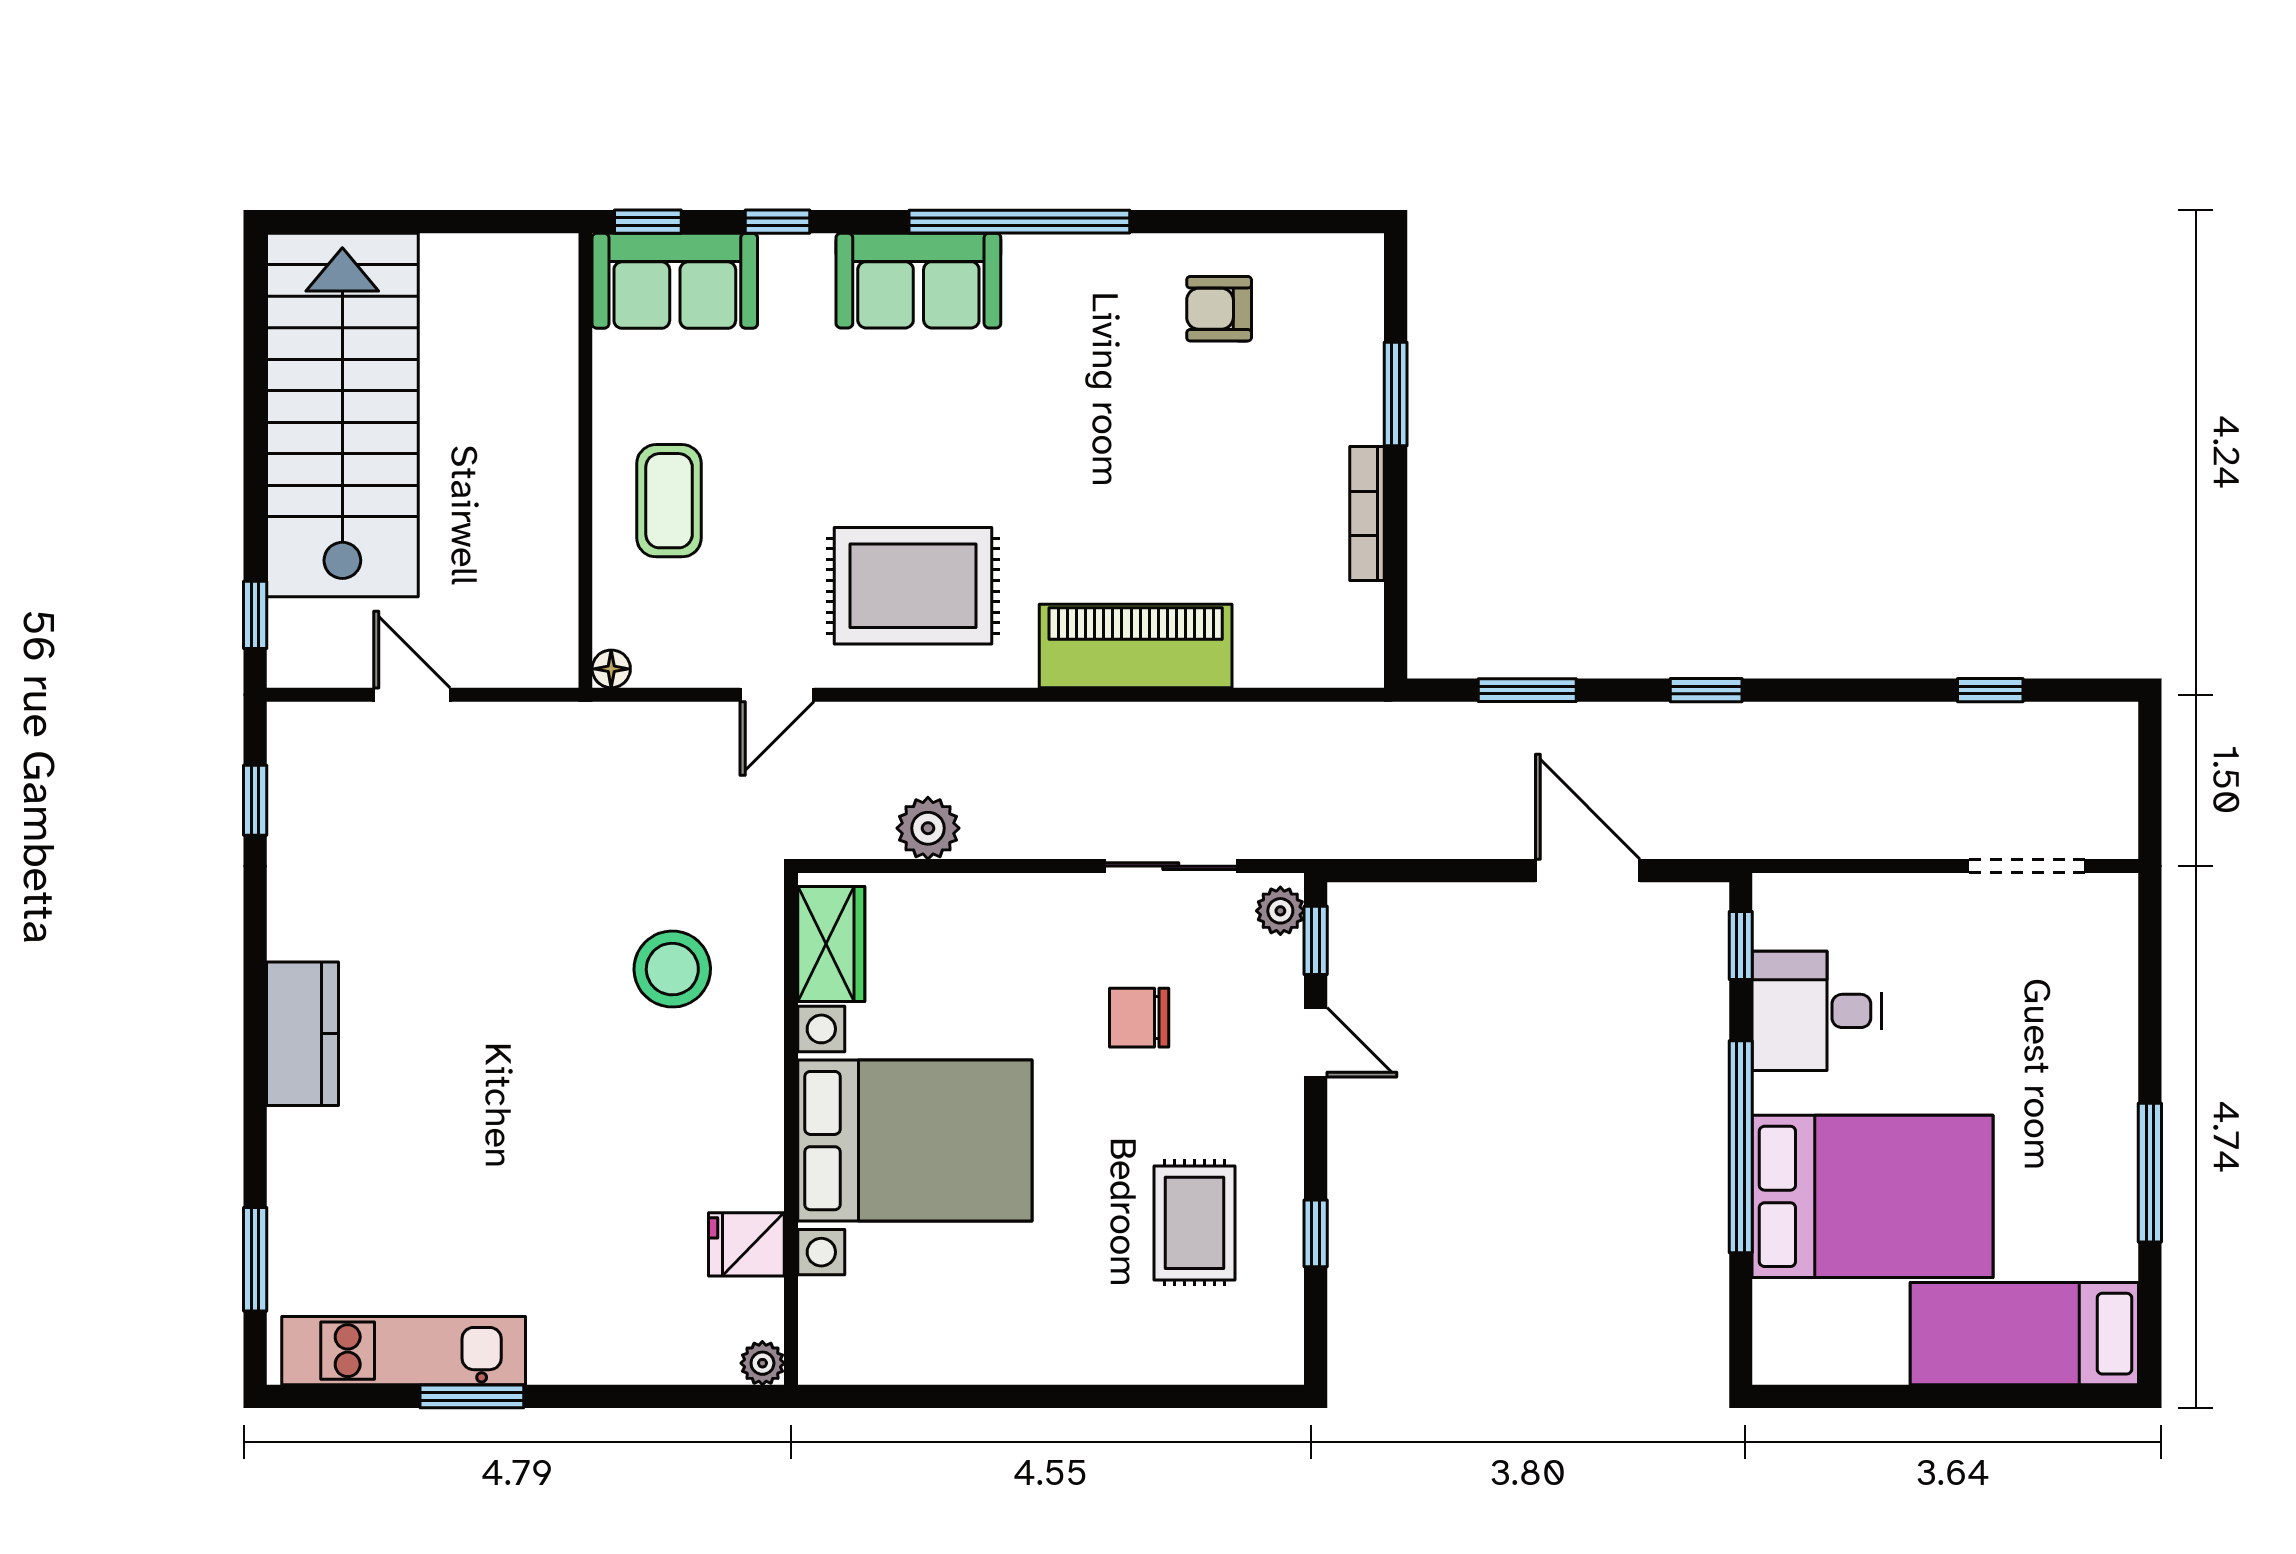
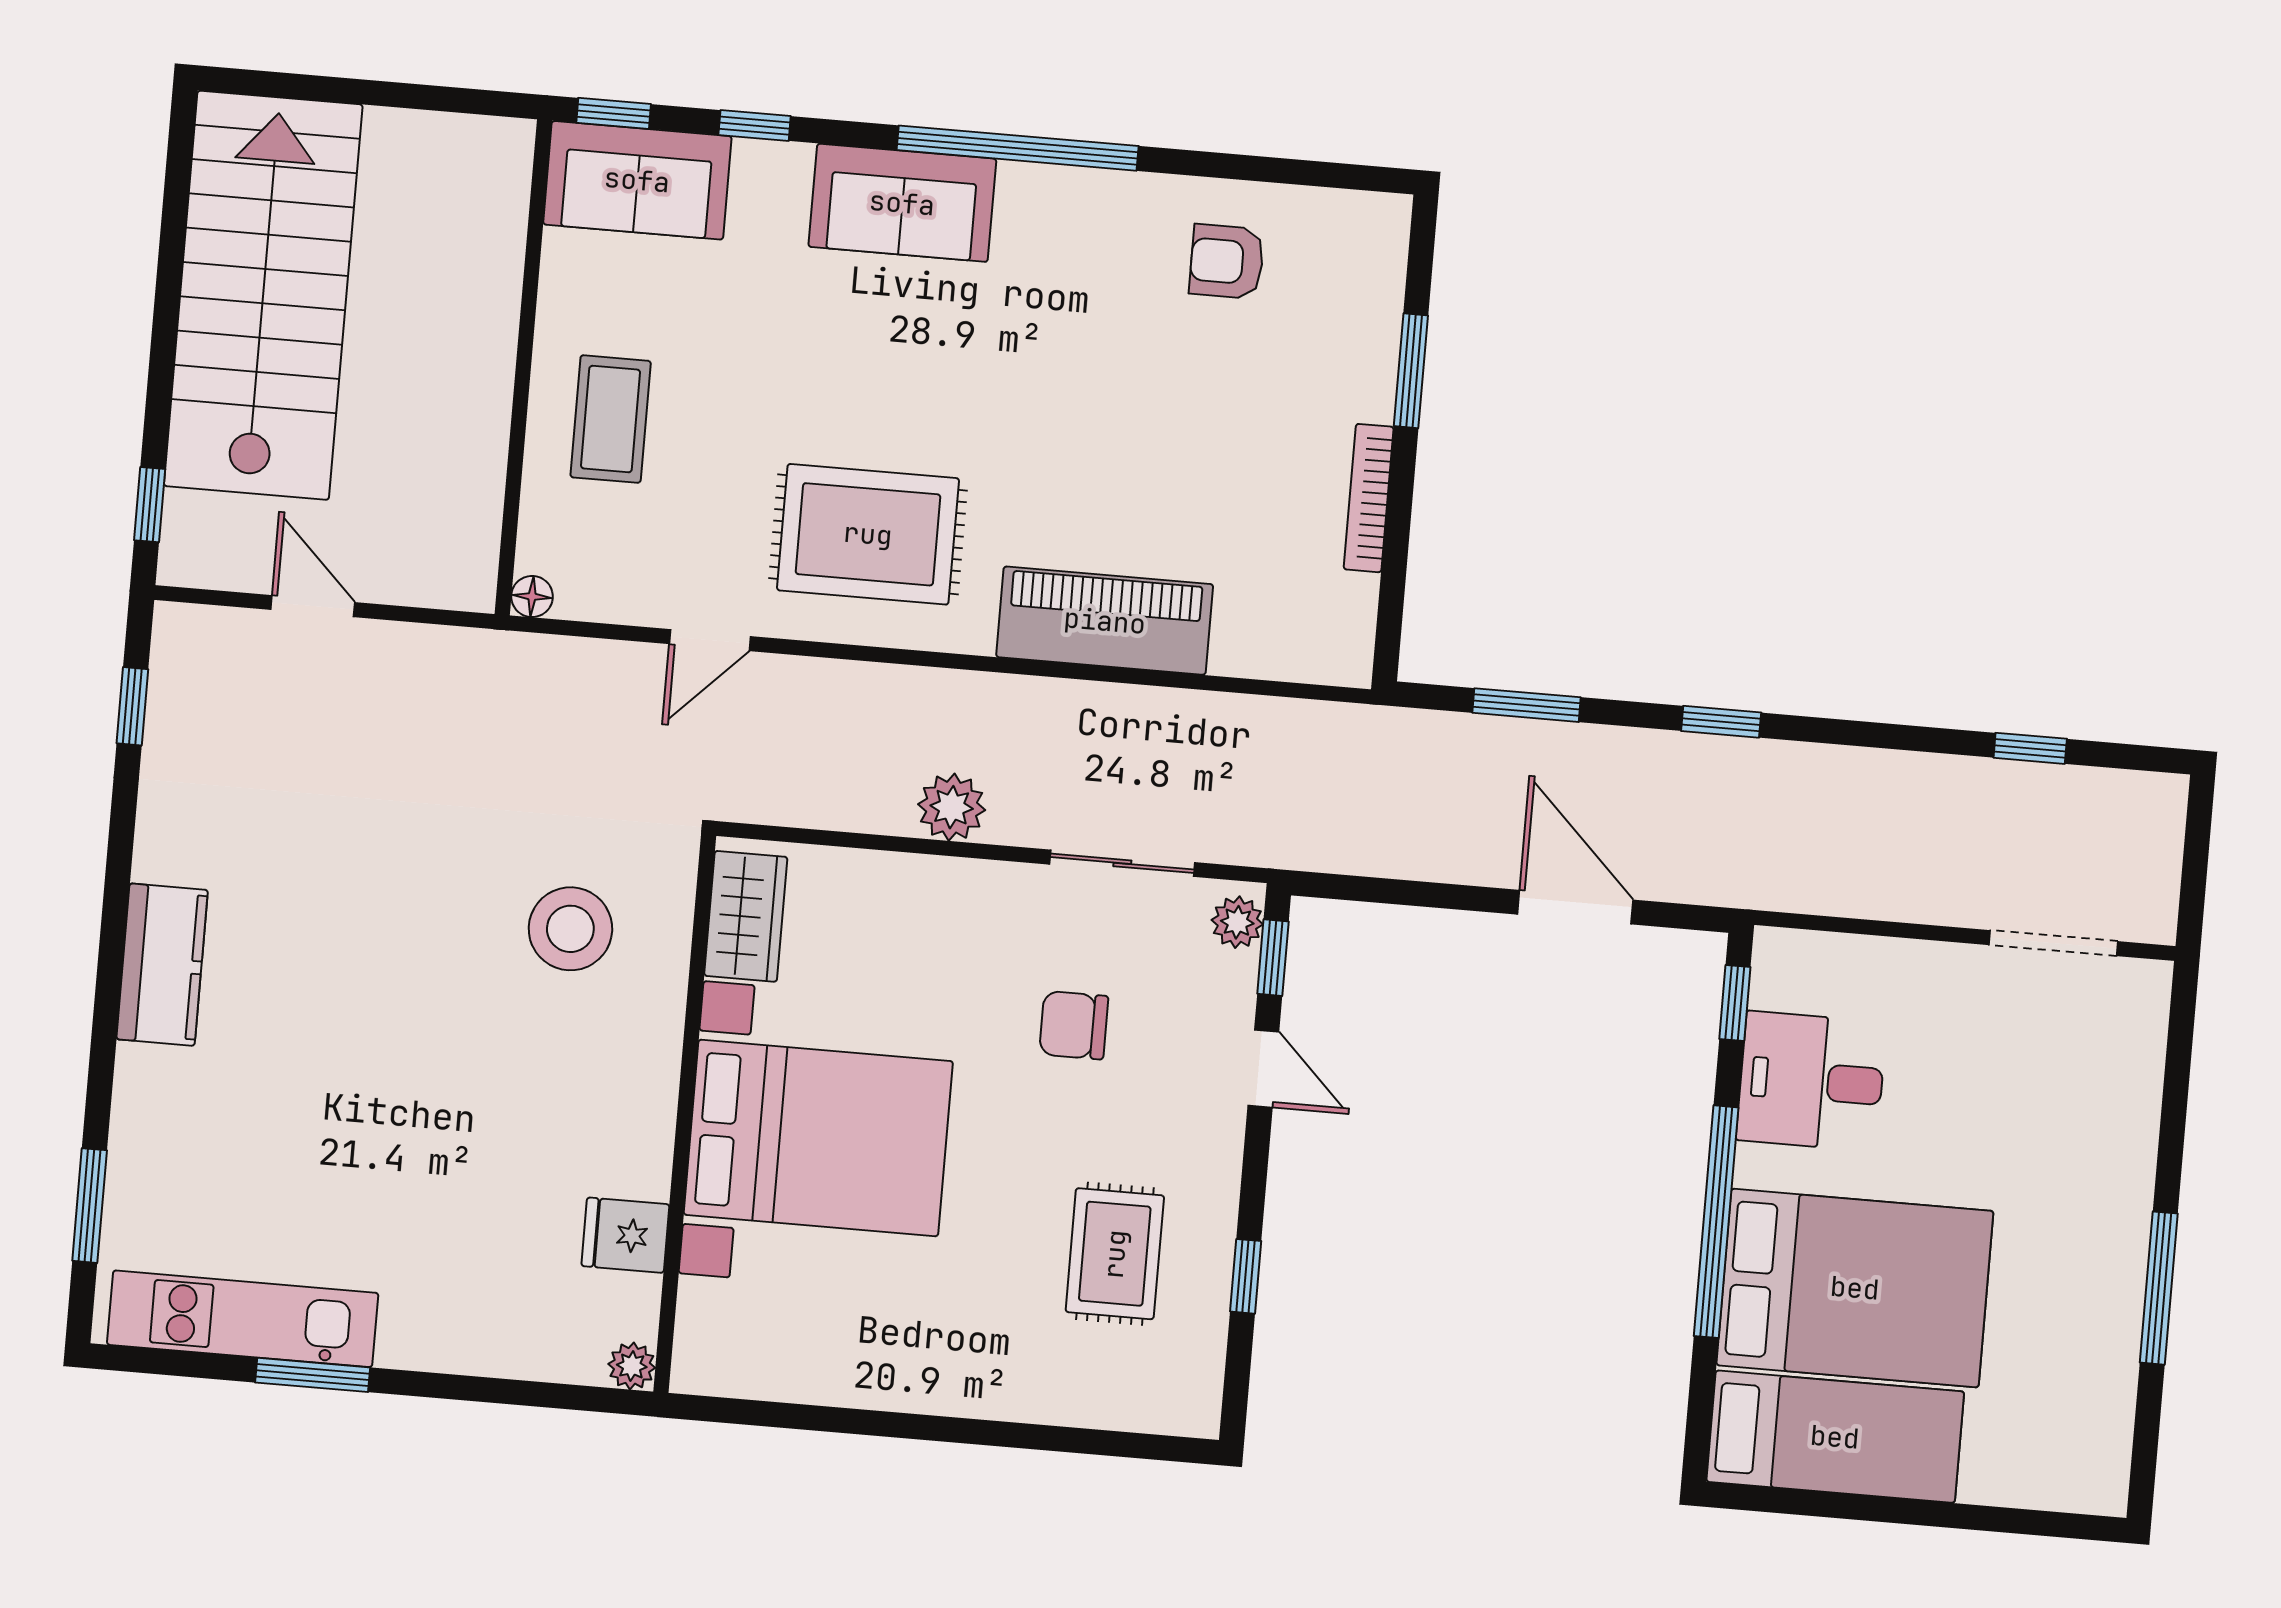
plant: (928, 828) -> (952, 807), moved
bed: (2024, 1334) -> (1835, 1437), moved, turned 180

